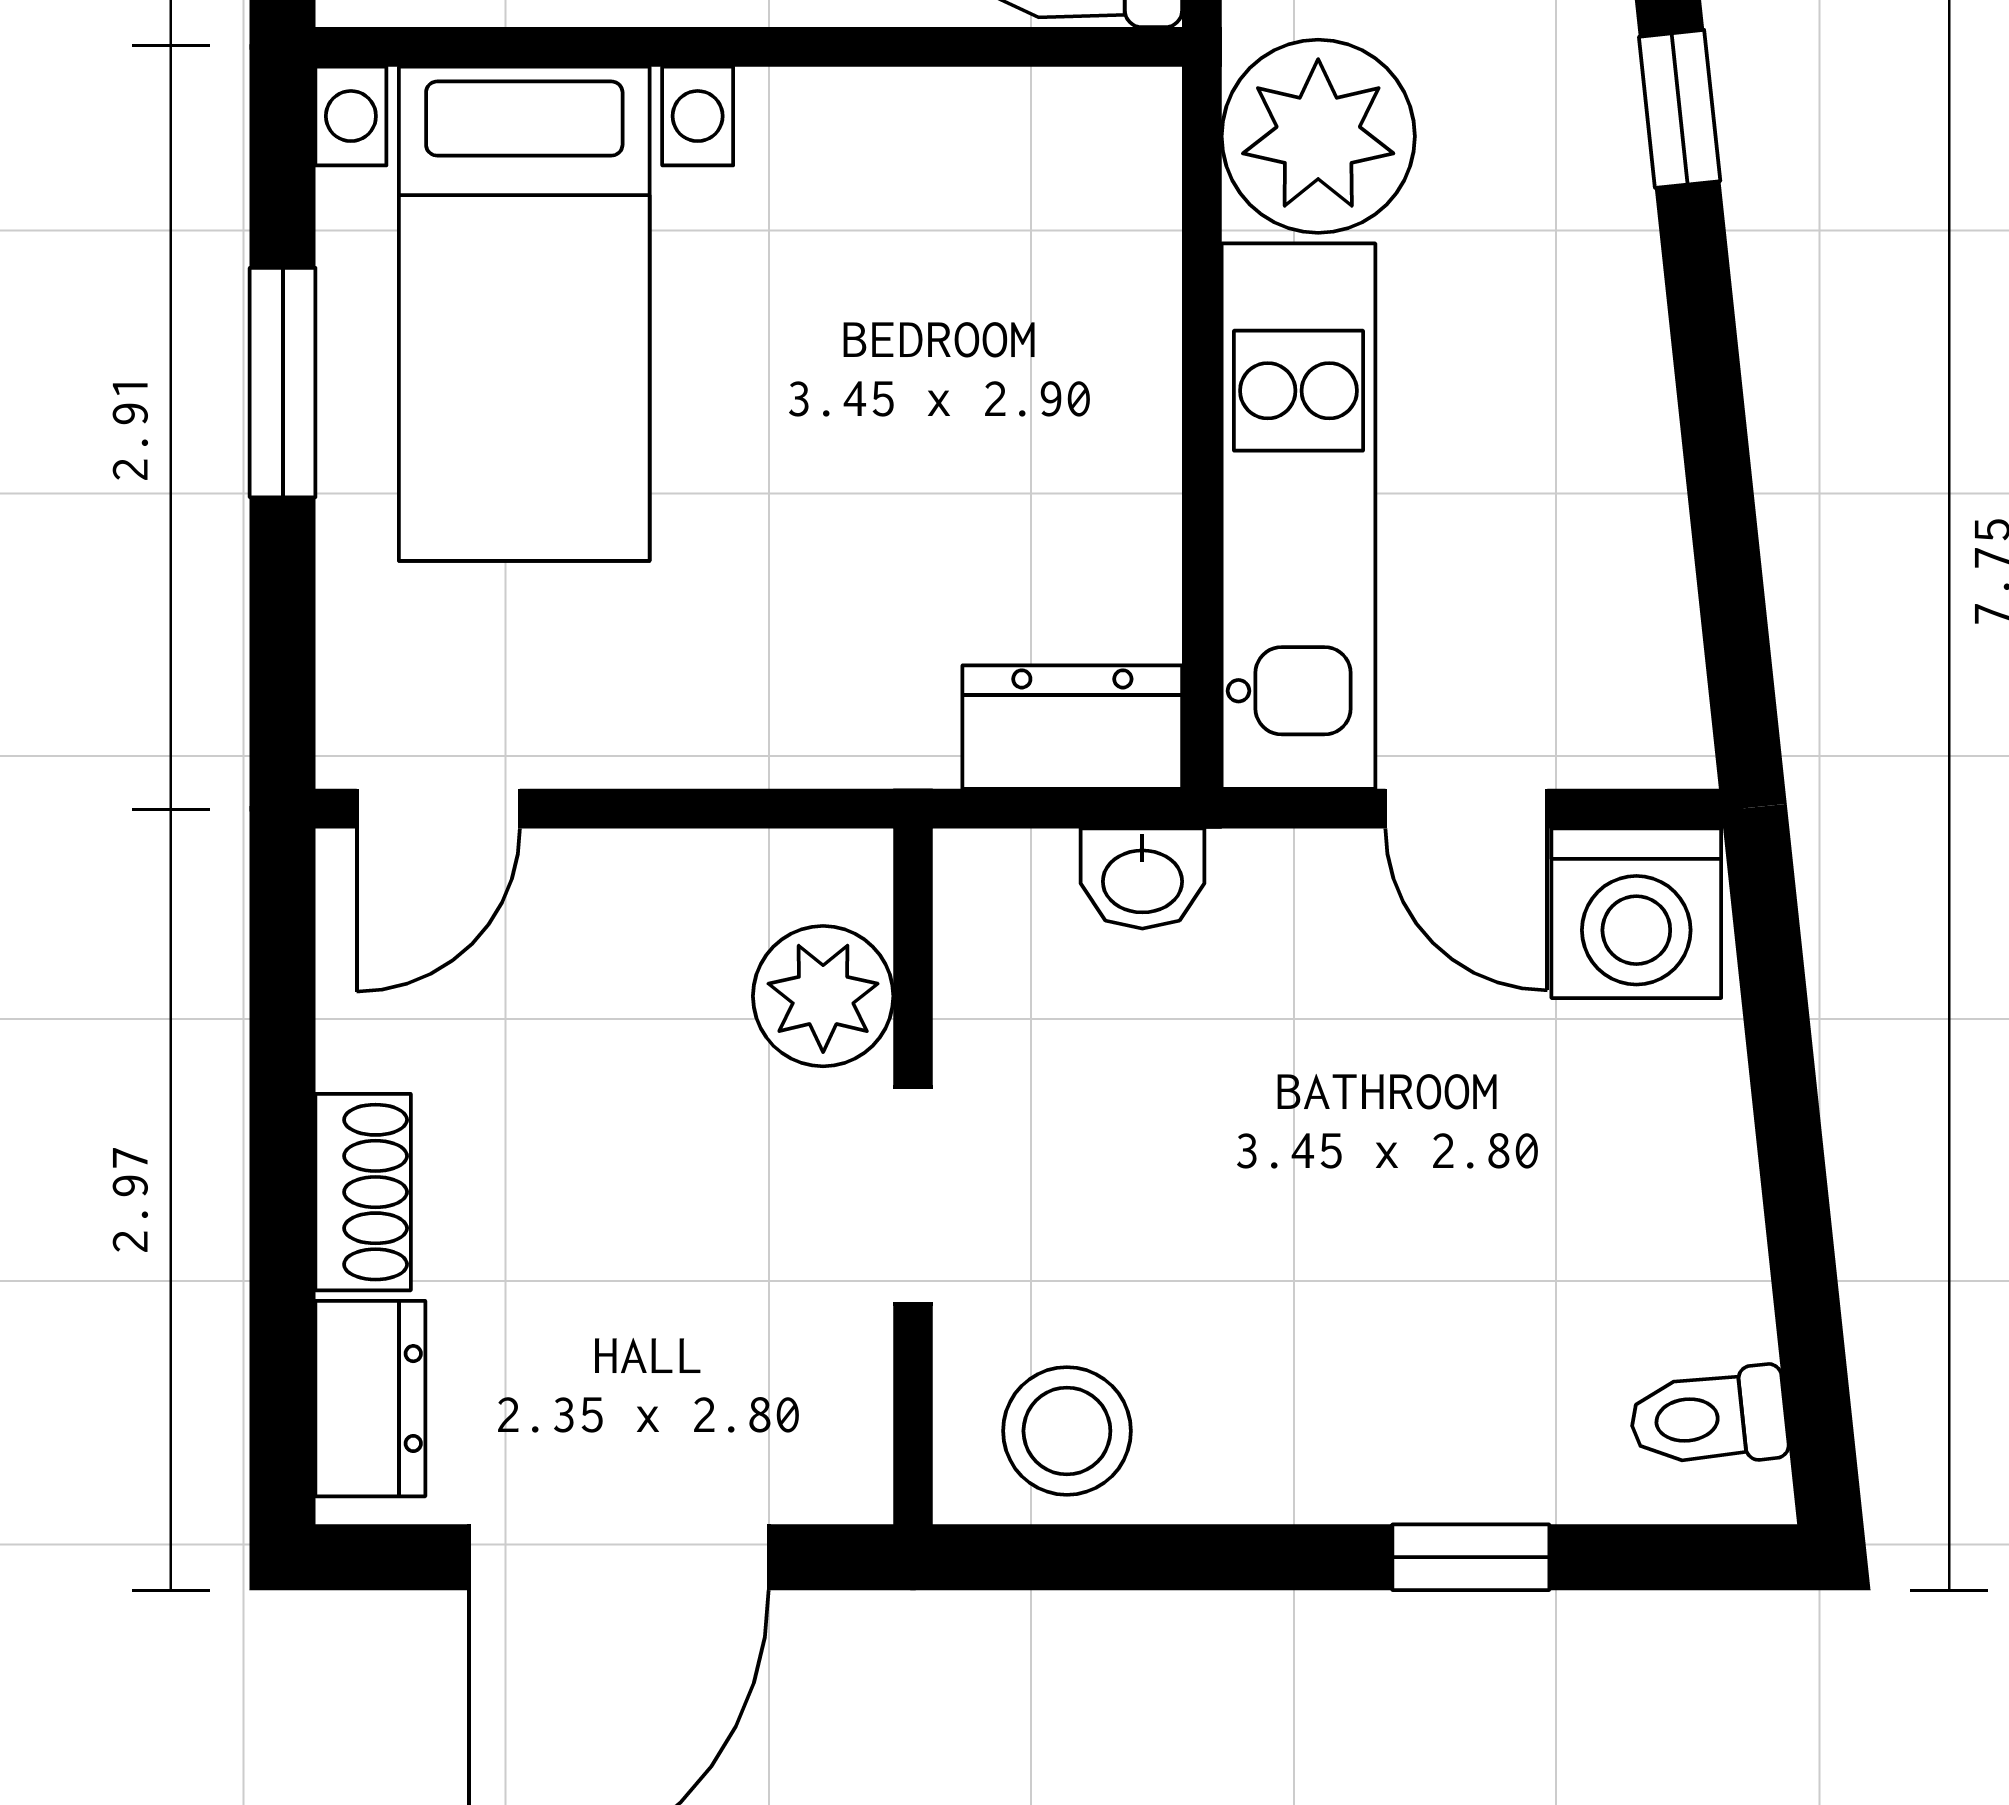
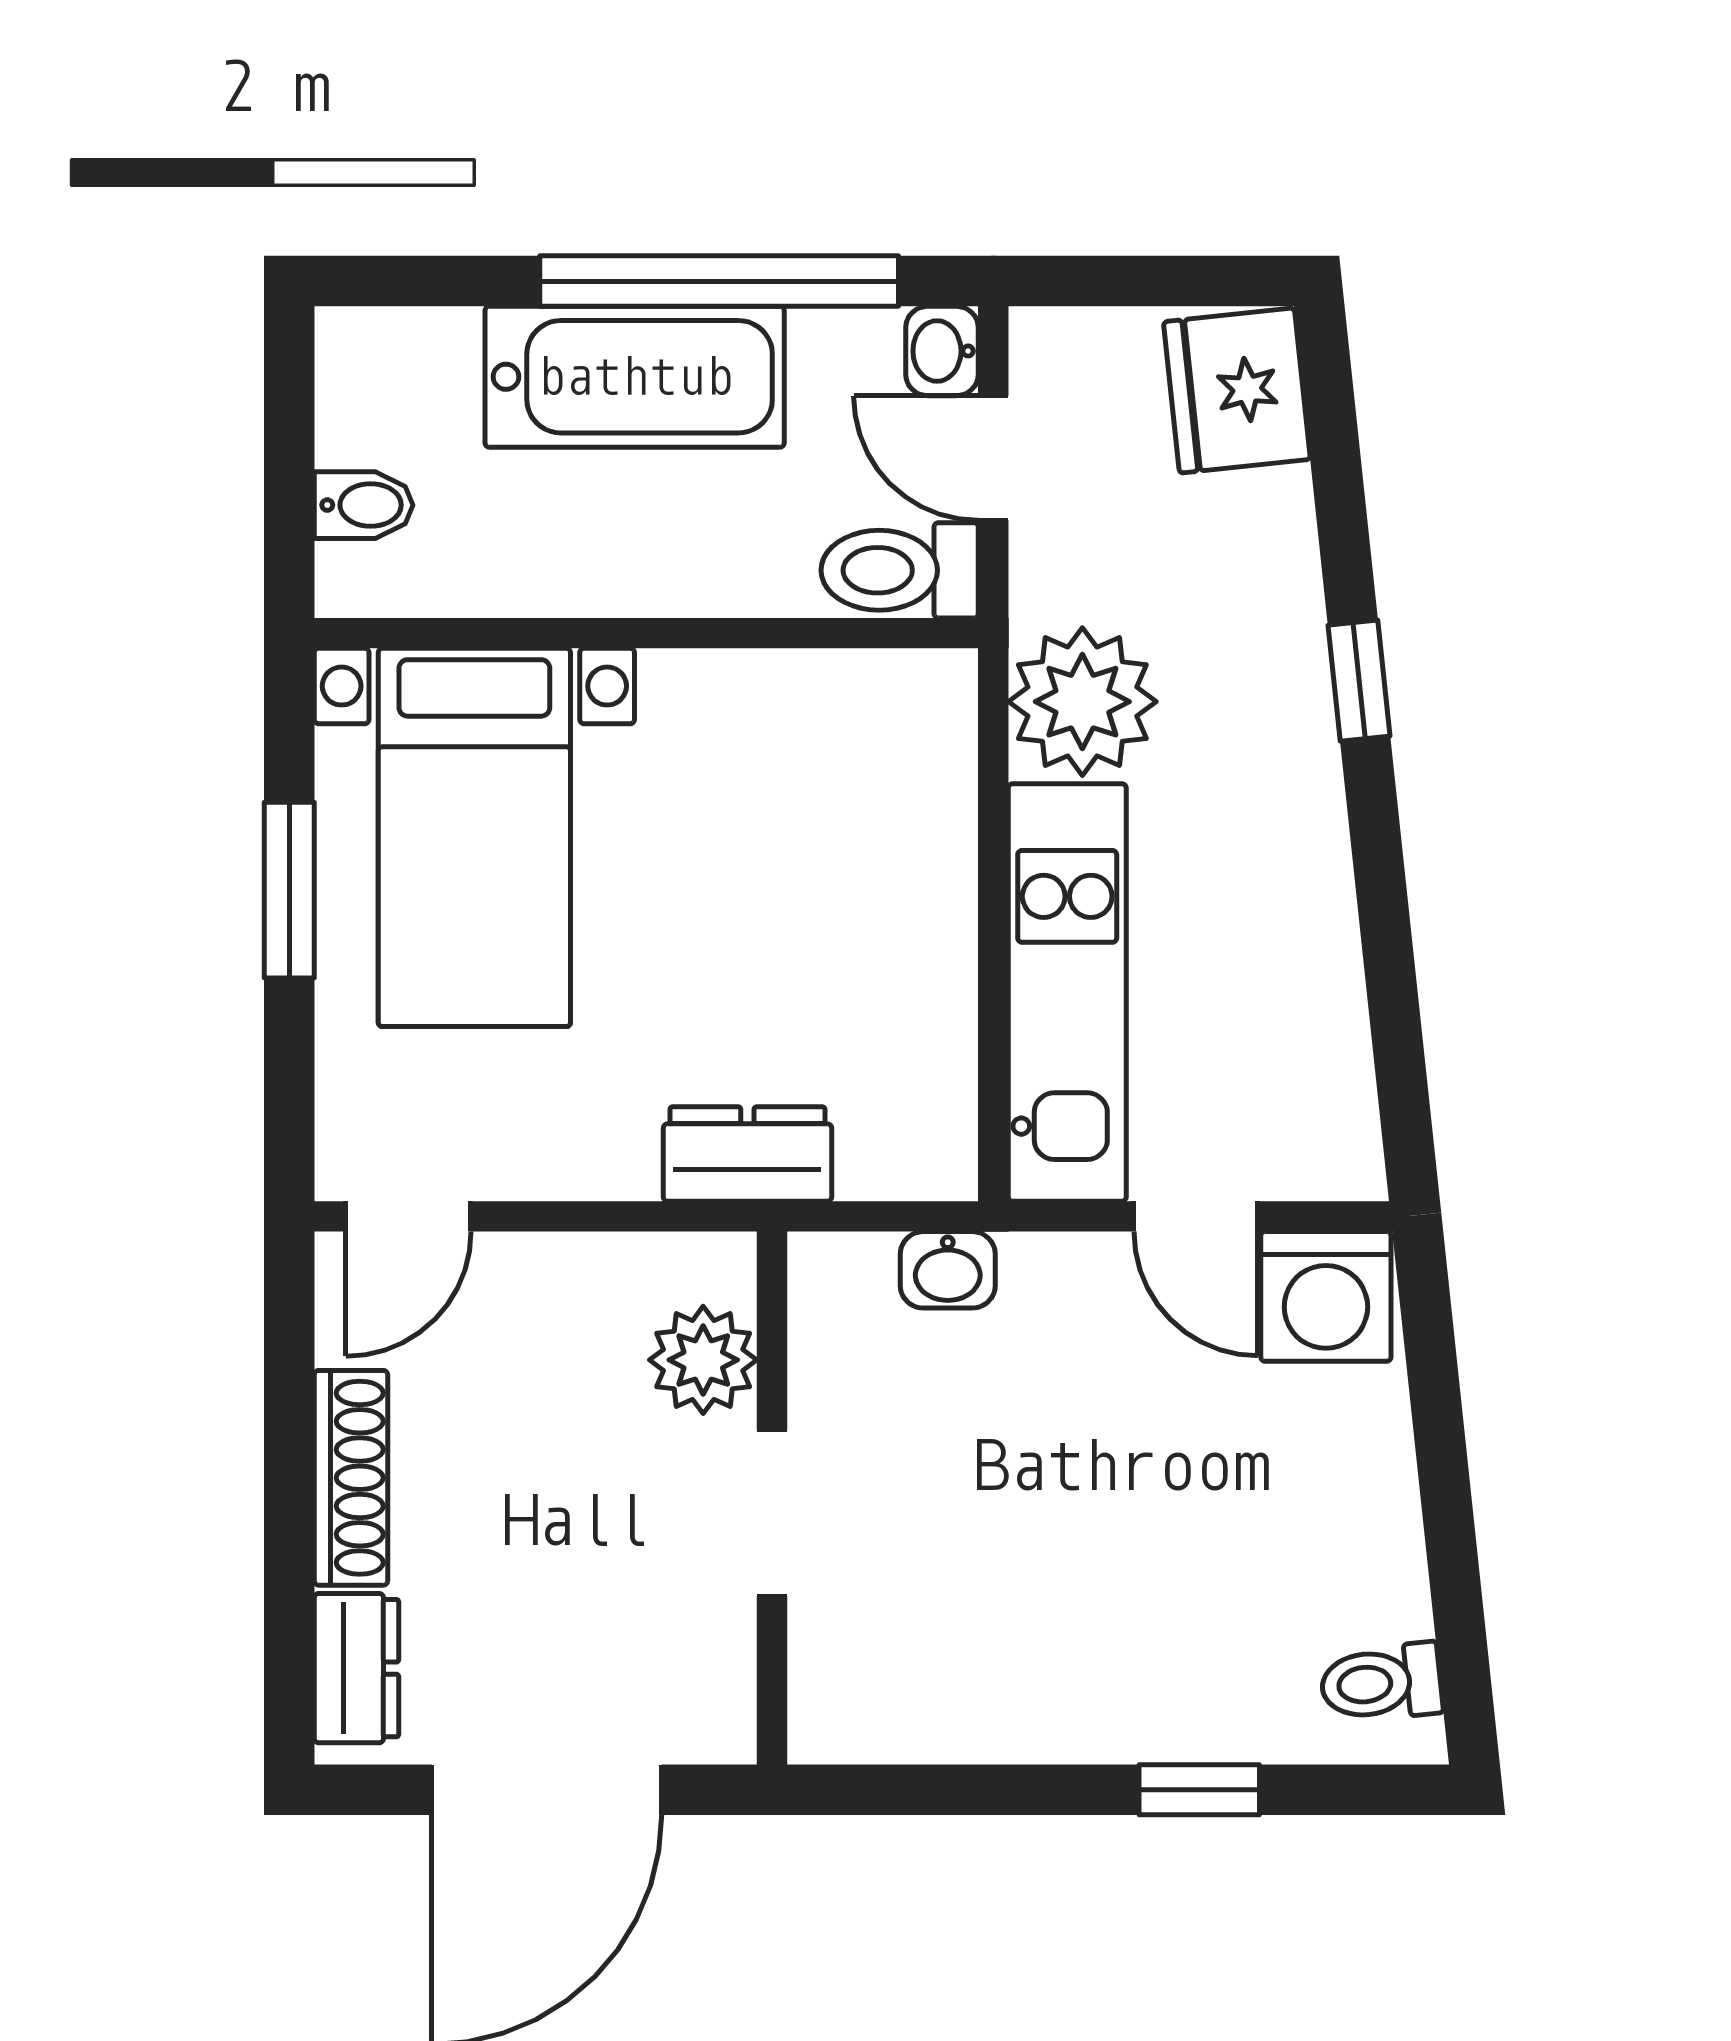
dresser: (1072, 727) -> (747, 1154), moved
shoe rack: (363, 1192) -> (351, 1478), width x1.43
stool: (1067, 1431) -> (890, 1693), removed

